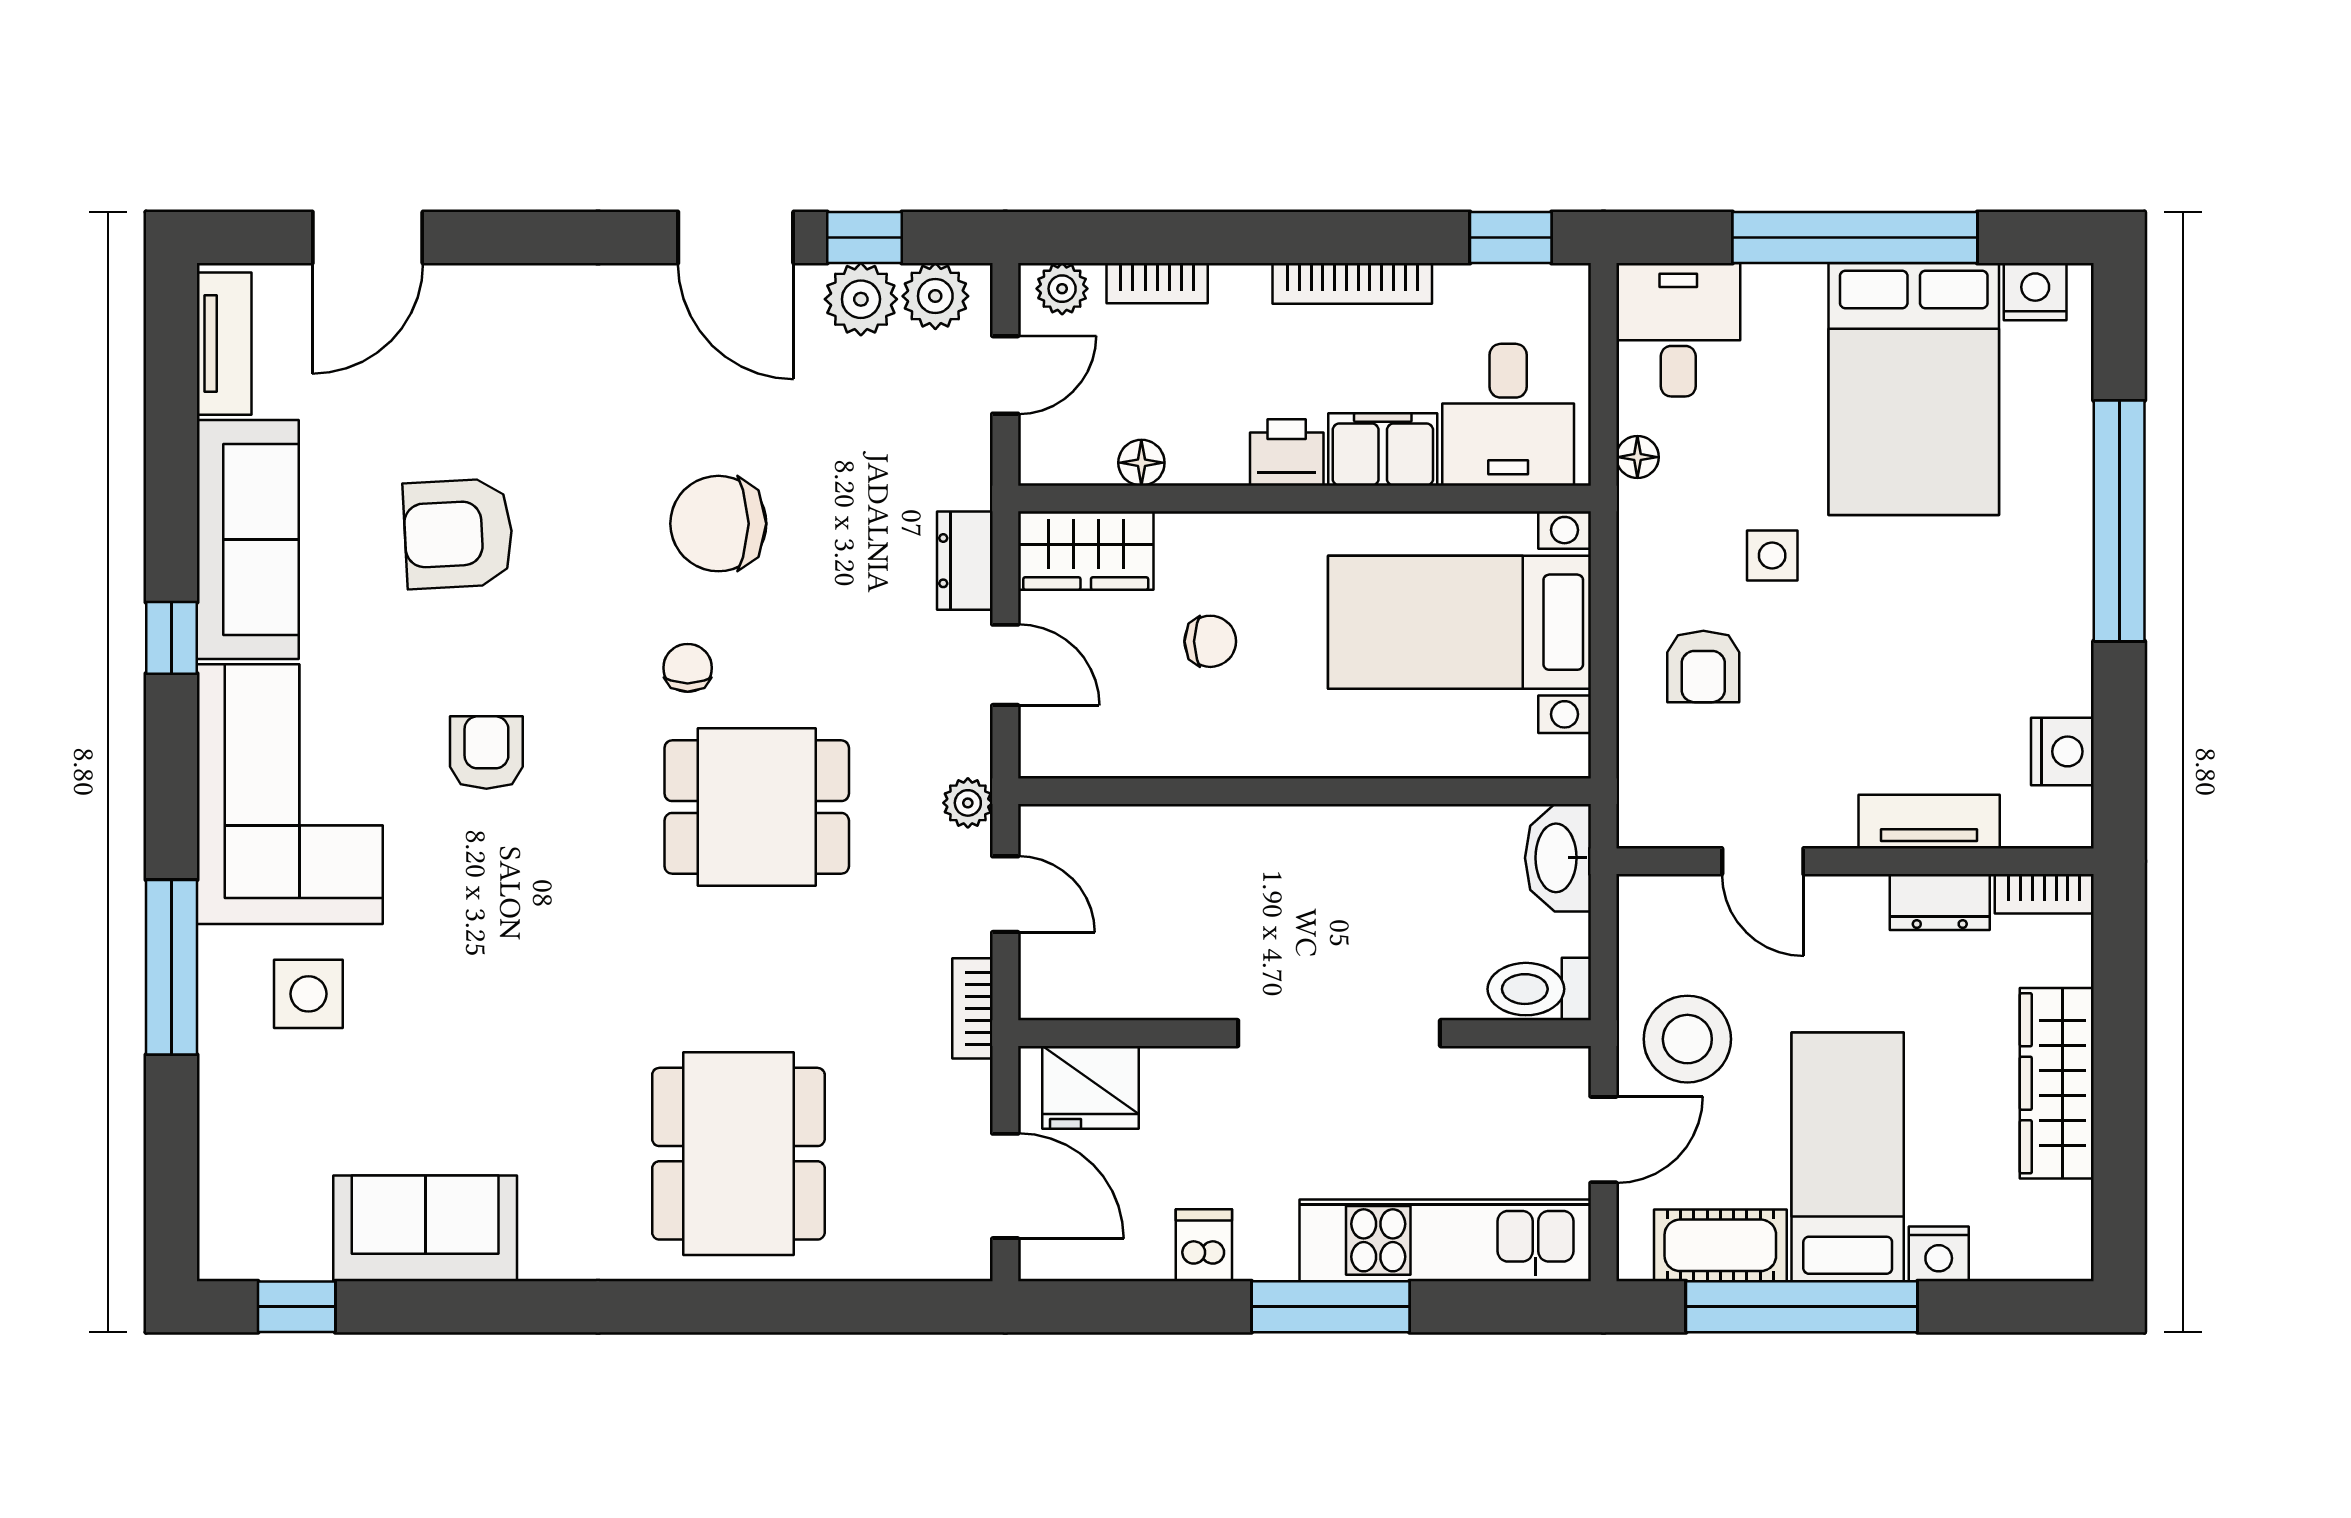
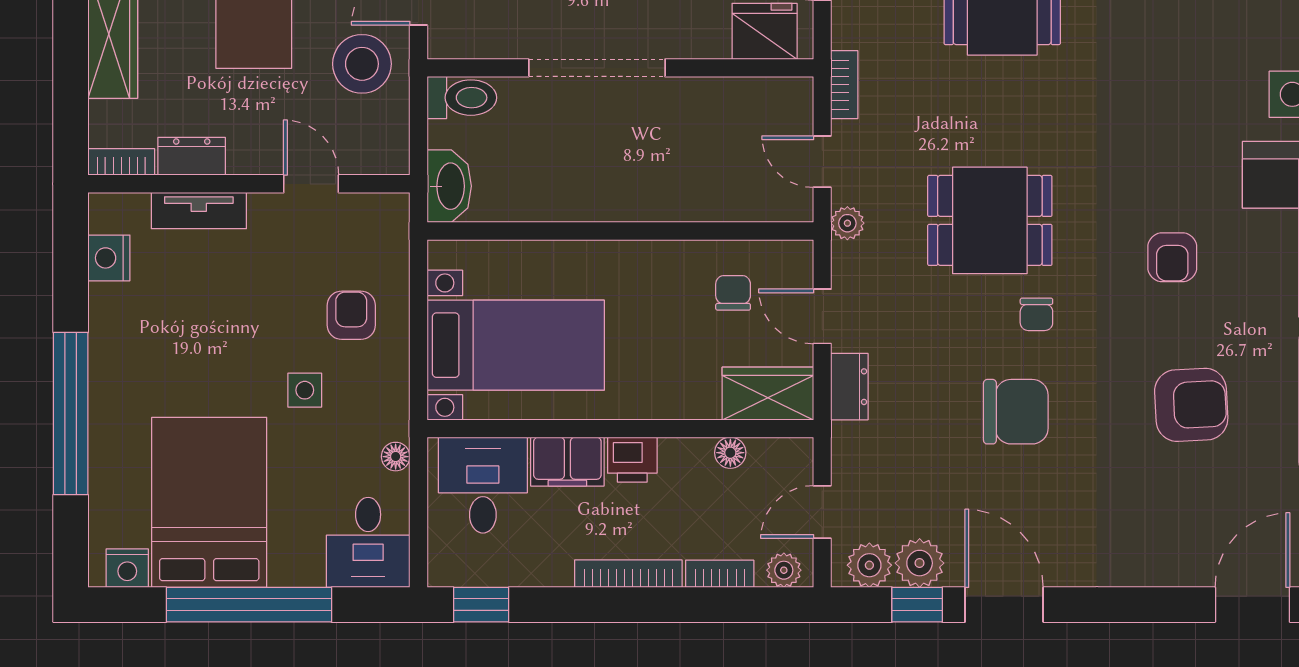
bookcase: (1352, 283) -> (628, 574), moved
chair: (1210, 641) -> (733, 293), moved, turned 90

